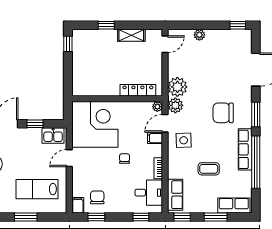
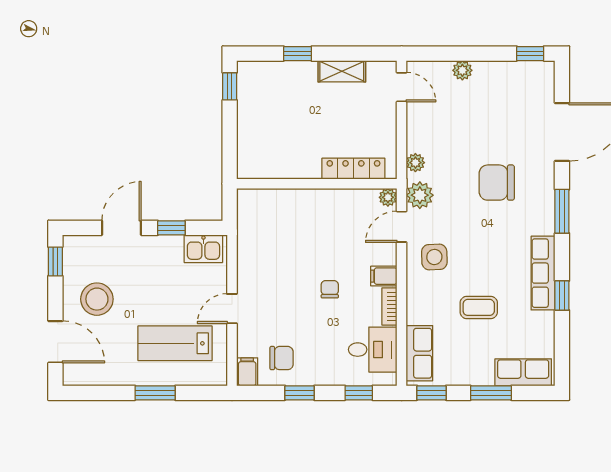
door: (165, 44) -> (402, 87), hinge flipped
plant: (177, 87) -> (415, 163), width x0.53, depth x0.53
chair: (223, 113) -> (497, 183), moved
corner desk: (95, 124) -> (277, 229), removed
filing cabinet: (155, 138) -> (384, 276), moved
door: (69, 158) -> (232, 309), moved
window: (256, 162) -> (562, 295), width x0.32
chair: (97, 197) -> (282, 358), turned 90
window: (96, 217) -> (300, 393), moved

